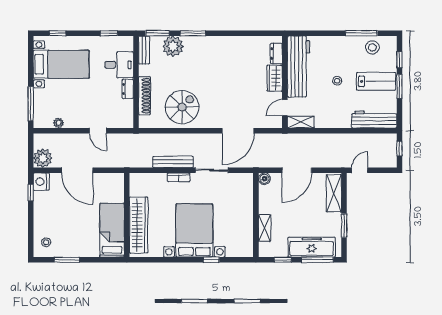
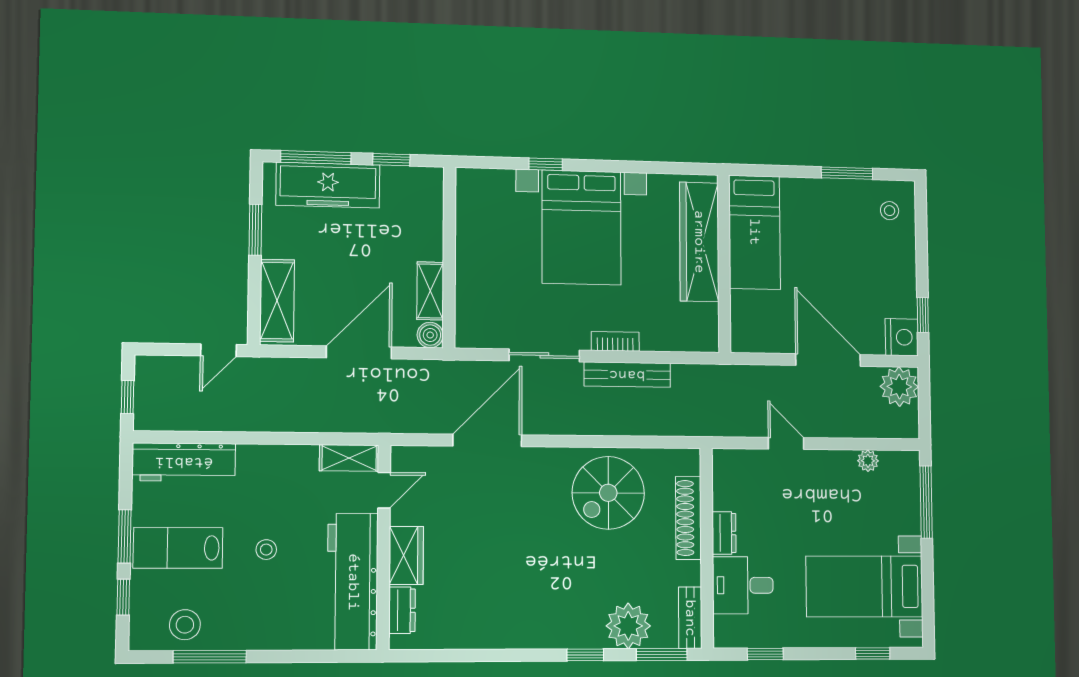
window: (193, 33) -> (585, 655), width x0.67
shelving: (265, 228) -> (430, 291), moved

